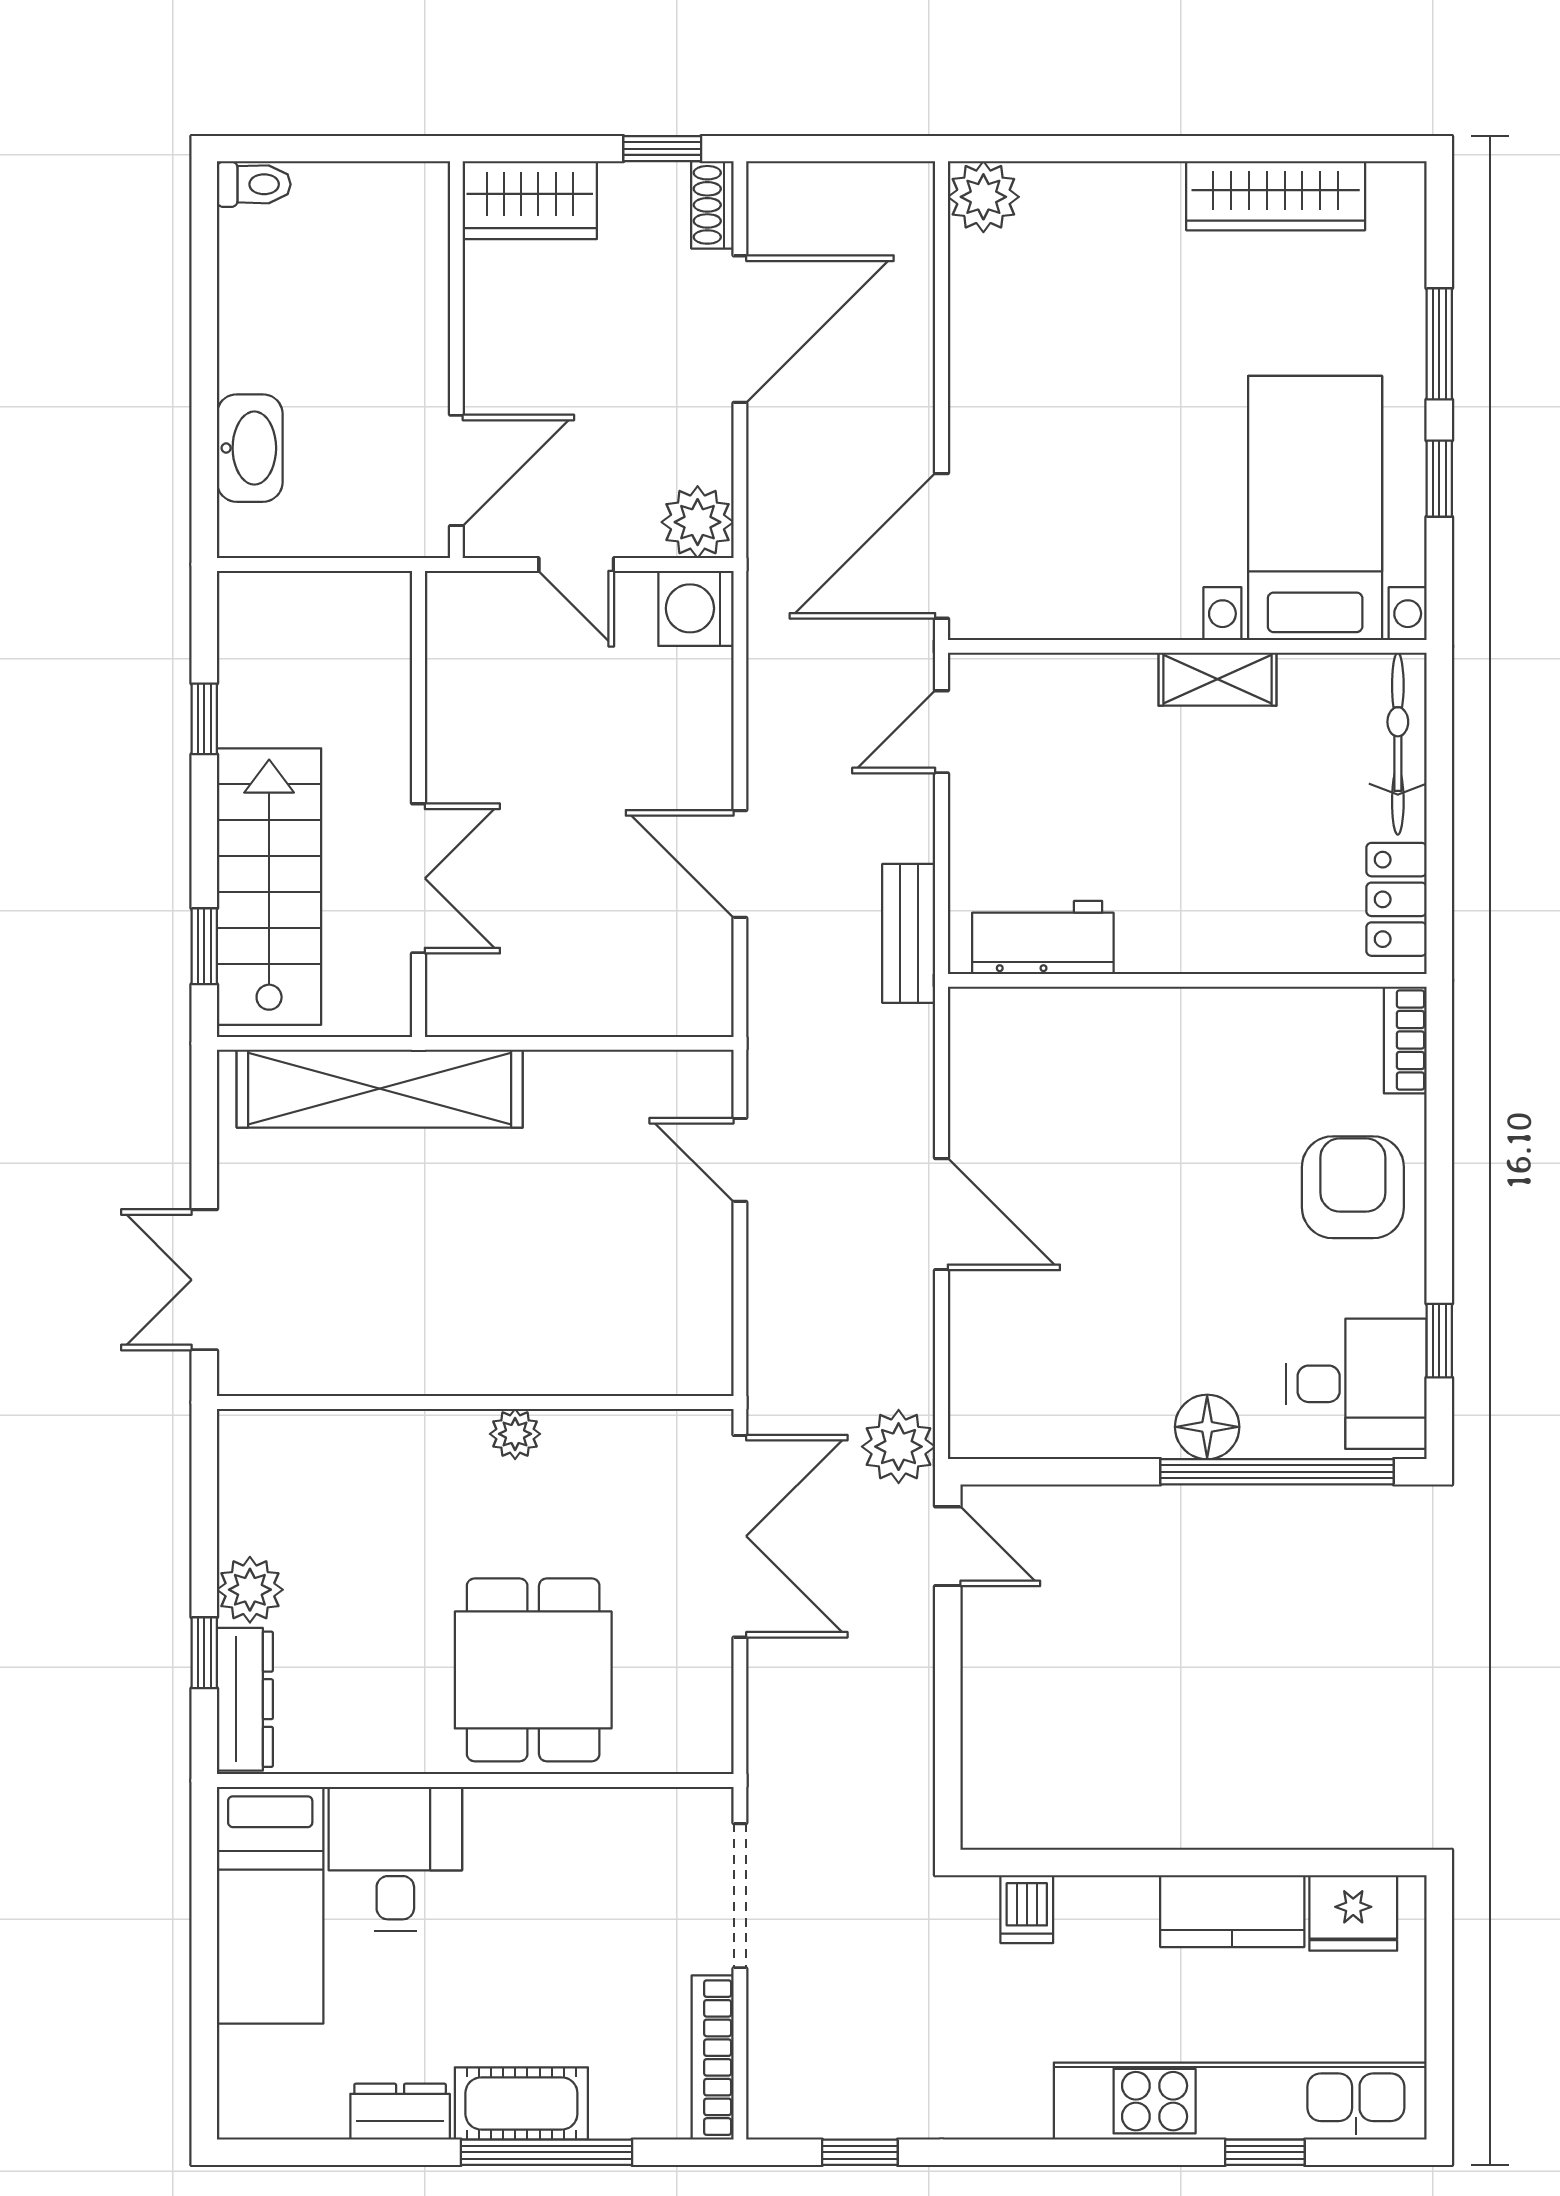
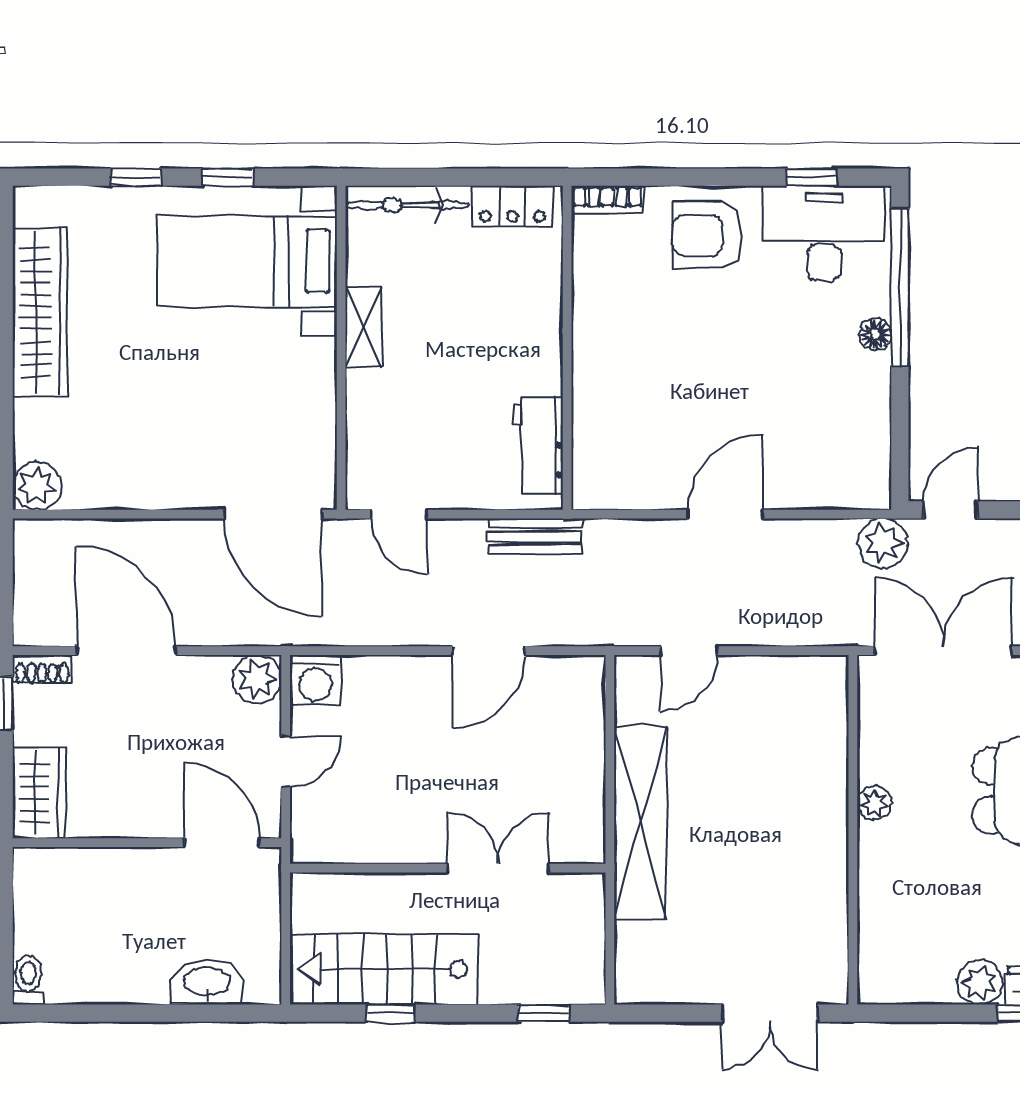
wardrobe: (1276, 196) -> (40, 312), width x1.40, depth x1.17
window: (1439, 344) -> (136, 177), width x0.67
stairs: (269, 887) -> (383, 969), moved
shelving: (380, 1089) -> (640, 823), moved
desk: (1357, 1384) -> (824, 233), width x1.37
floor lamp: (1207, 1427) -> (875, 334), width x0.73, depth x0.73

